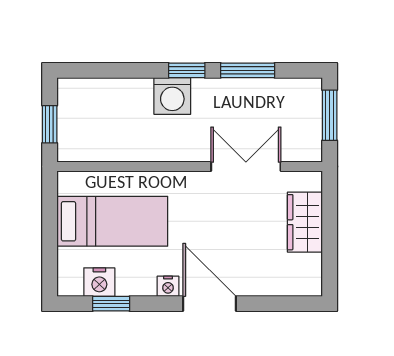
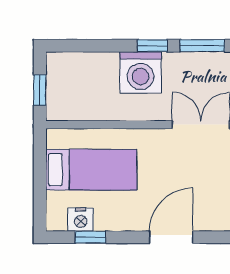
washing machine: (172, 96) -> (141, 72), width x1.37, depth x1.37
nightstand: (168, 286) -> (137, 223), removed
door: (210, 304) -> (171, 237), hinge flipped

